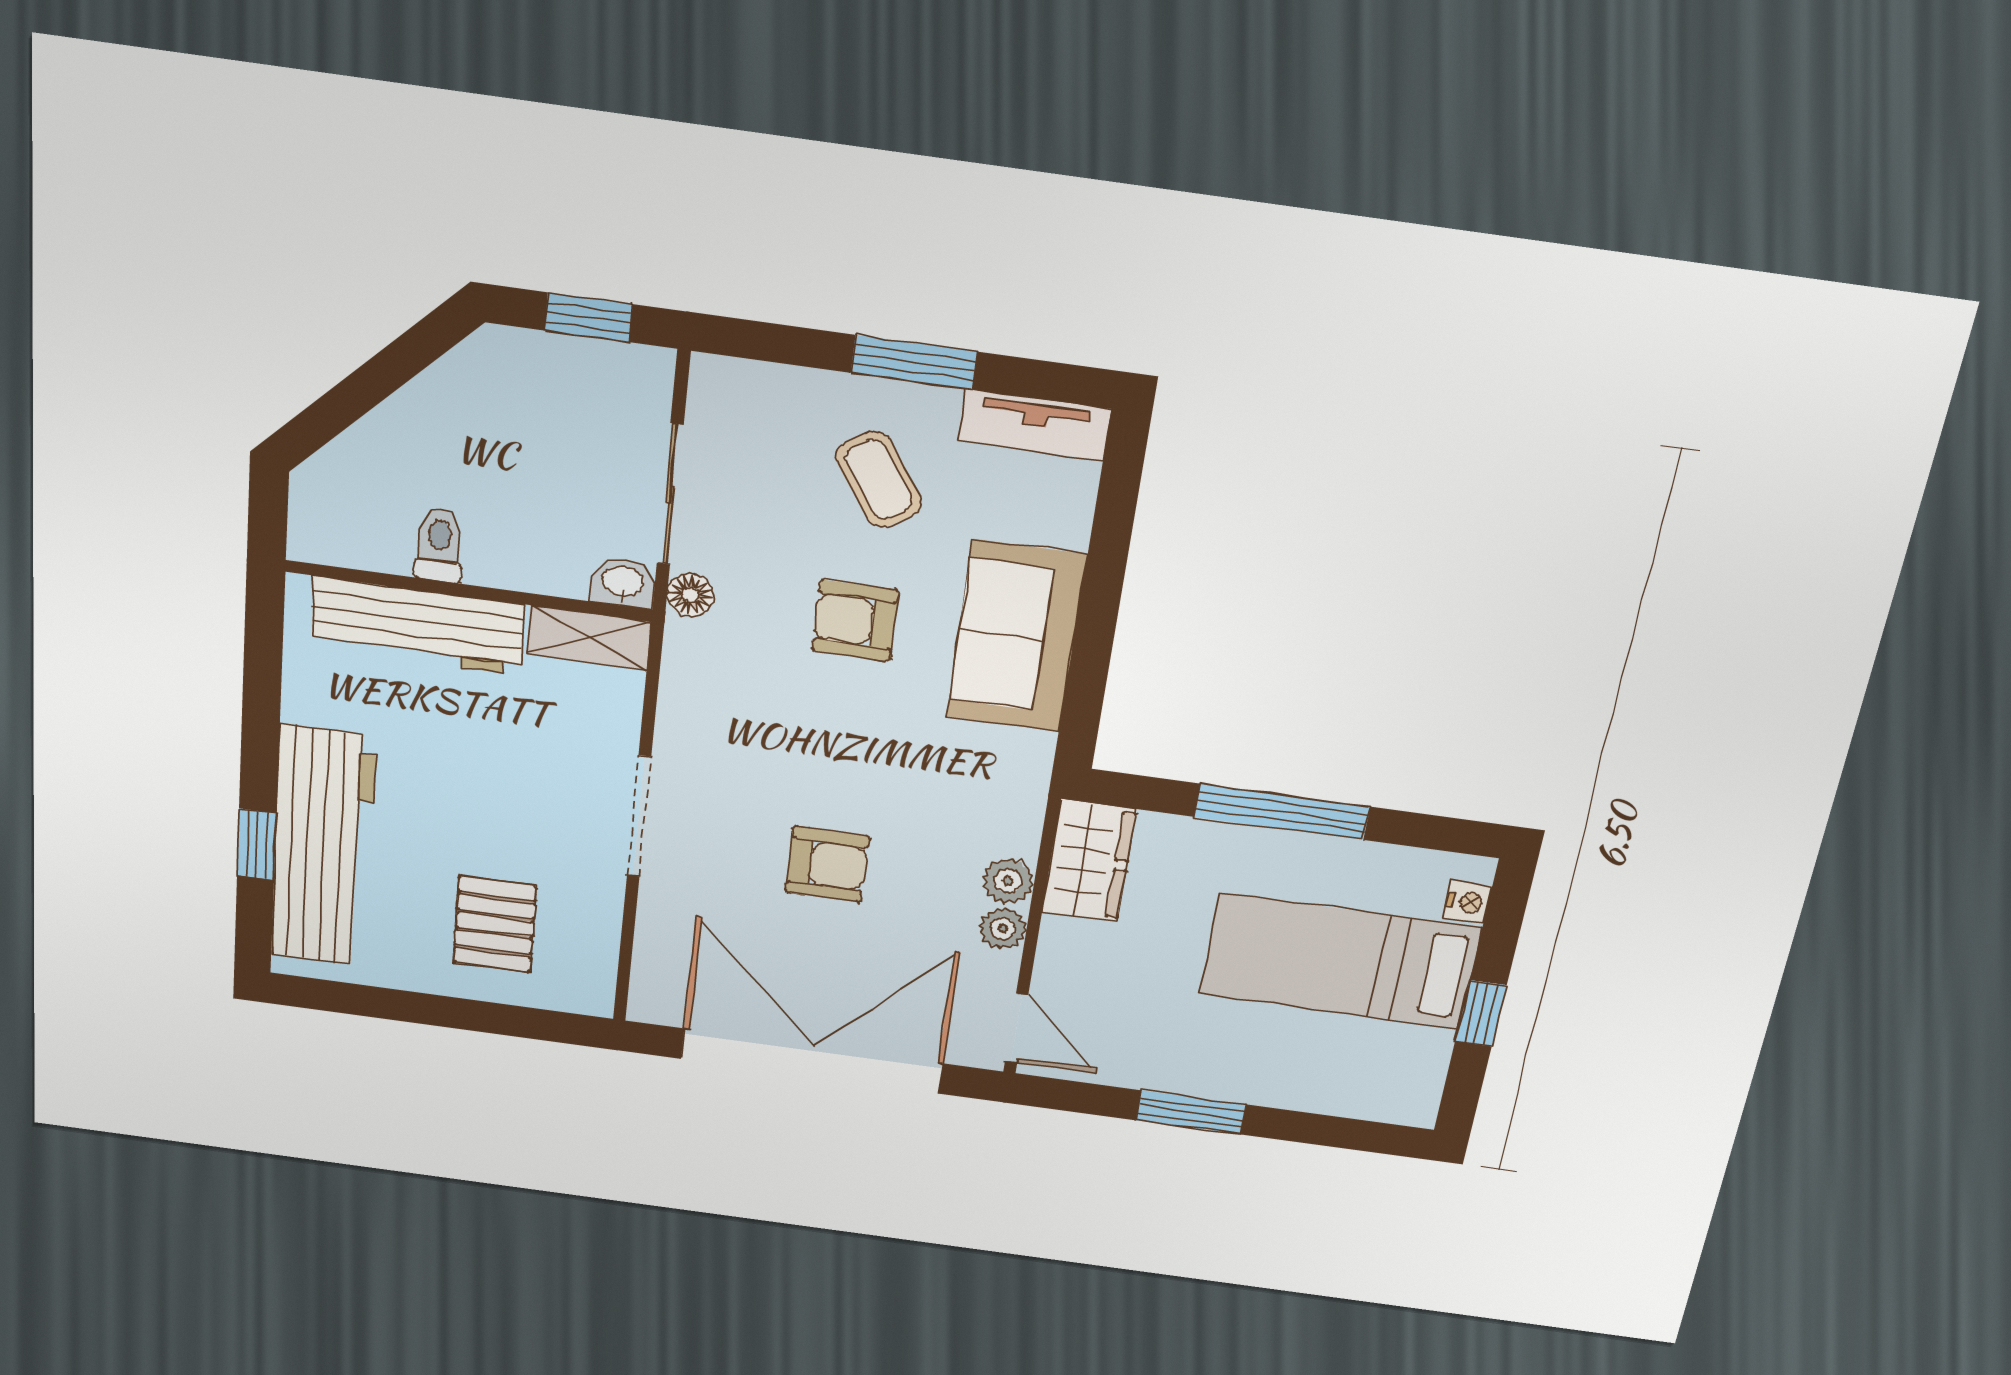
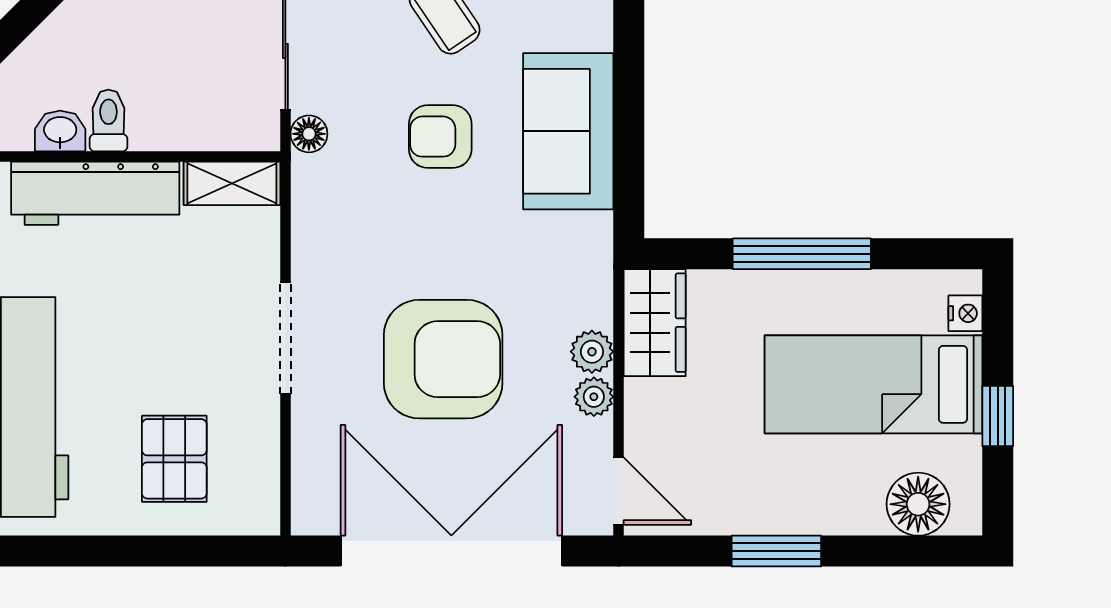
washbasin: (623, 582) -> (60, 131), moved
armchair: (827, 865) -> (443, 359), width x1.88, depth x1.88
floor lamp: (1366, 1089) -> (918, 504), added

